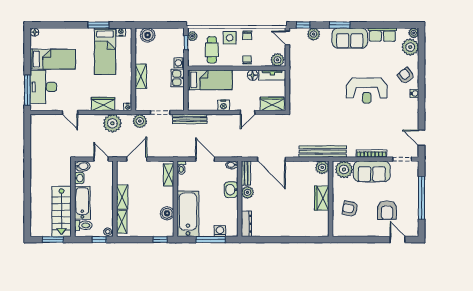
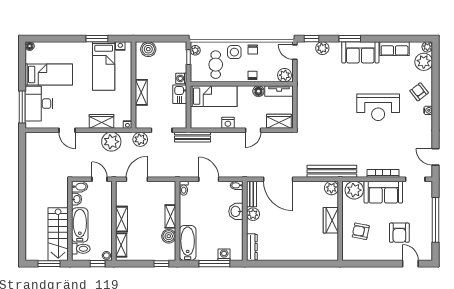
shelving: (169, 175) -> (170, 216), moved
bathtub: (188, 214) -> (188, 243), width x0.73, depth x0.73

